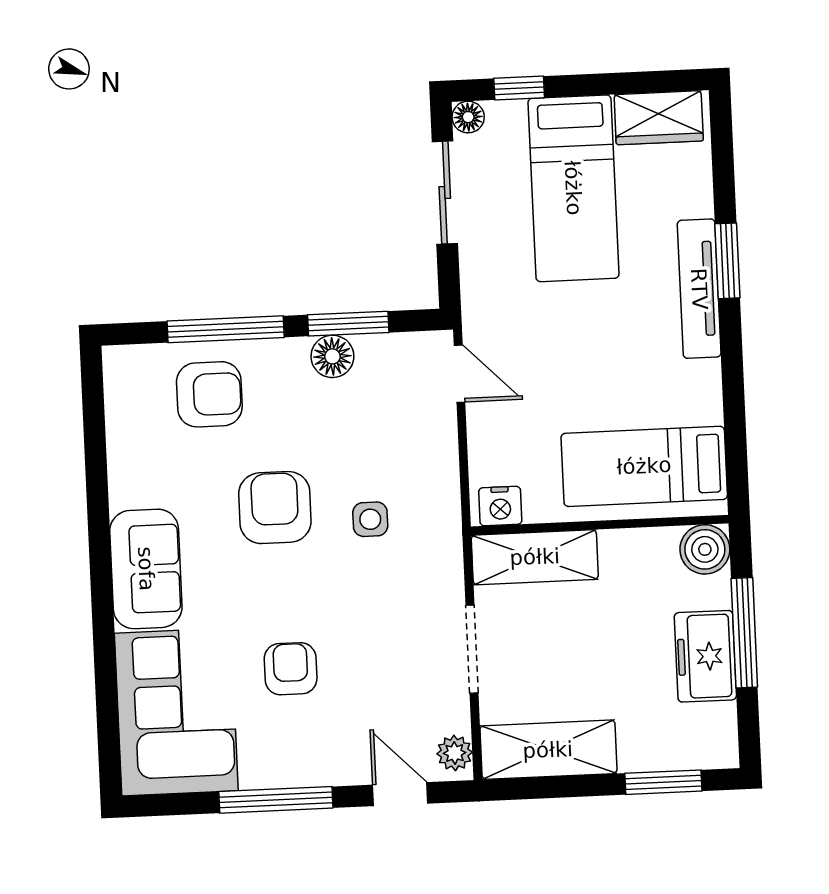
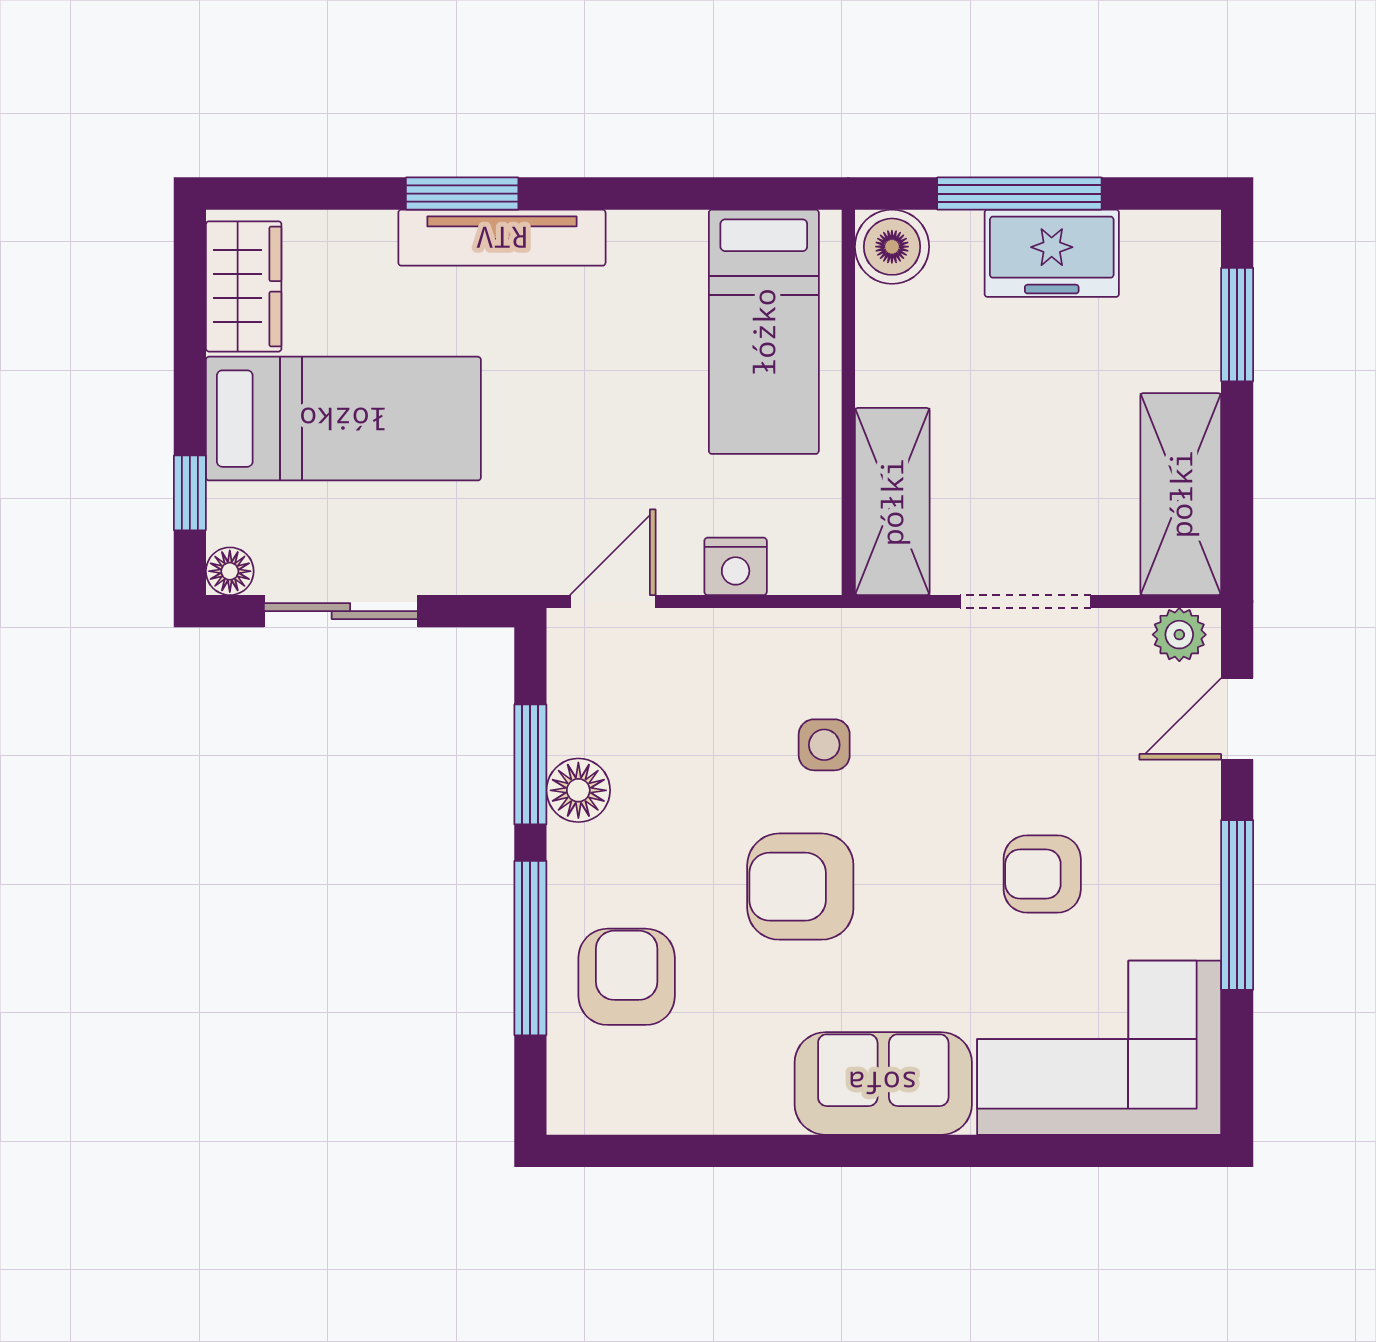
nightstand: (500, 506) -> (736, 566), moved, turned 90

